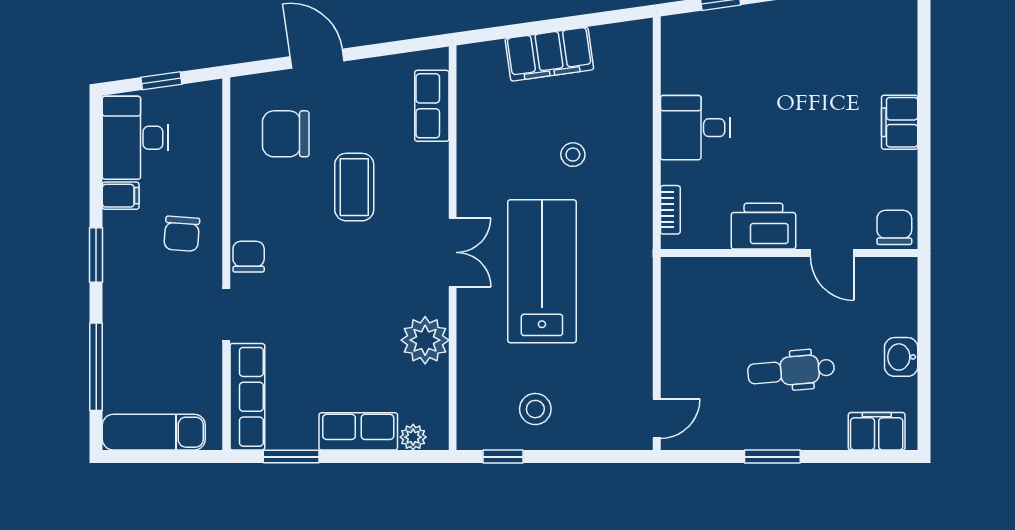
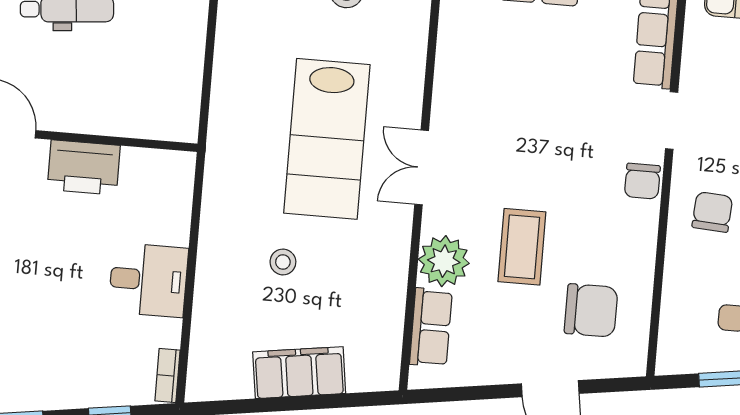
bookcase: (670, 210) -> (168, 375), moved
plant: (425, 340) -> (444, 261), moved

